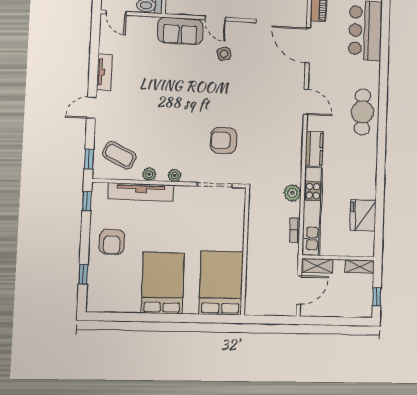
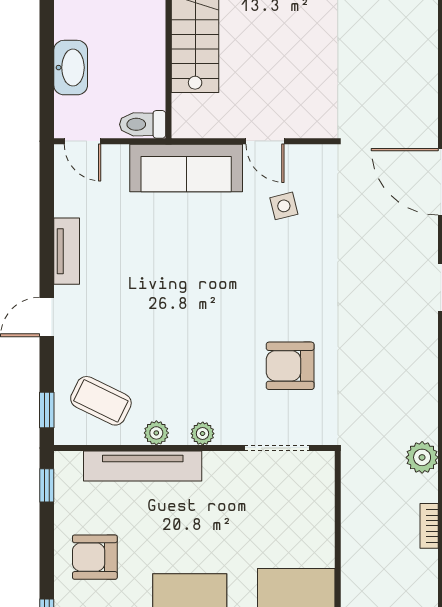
sofa: (180, 31) -> (186, 168), width x1.36
armchair: (112, 242) -> (95, 557), turned 90

